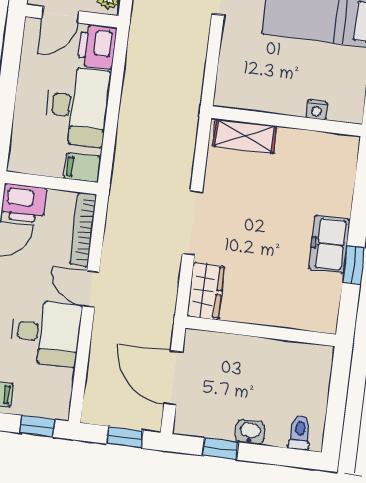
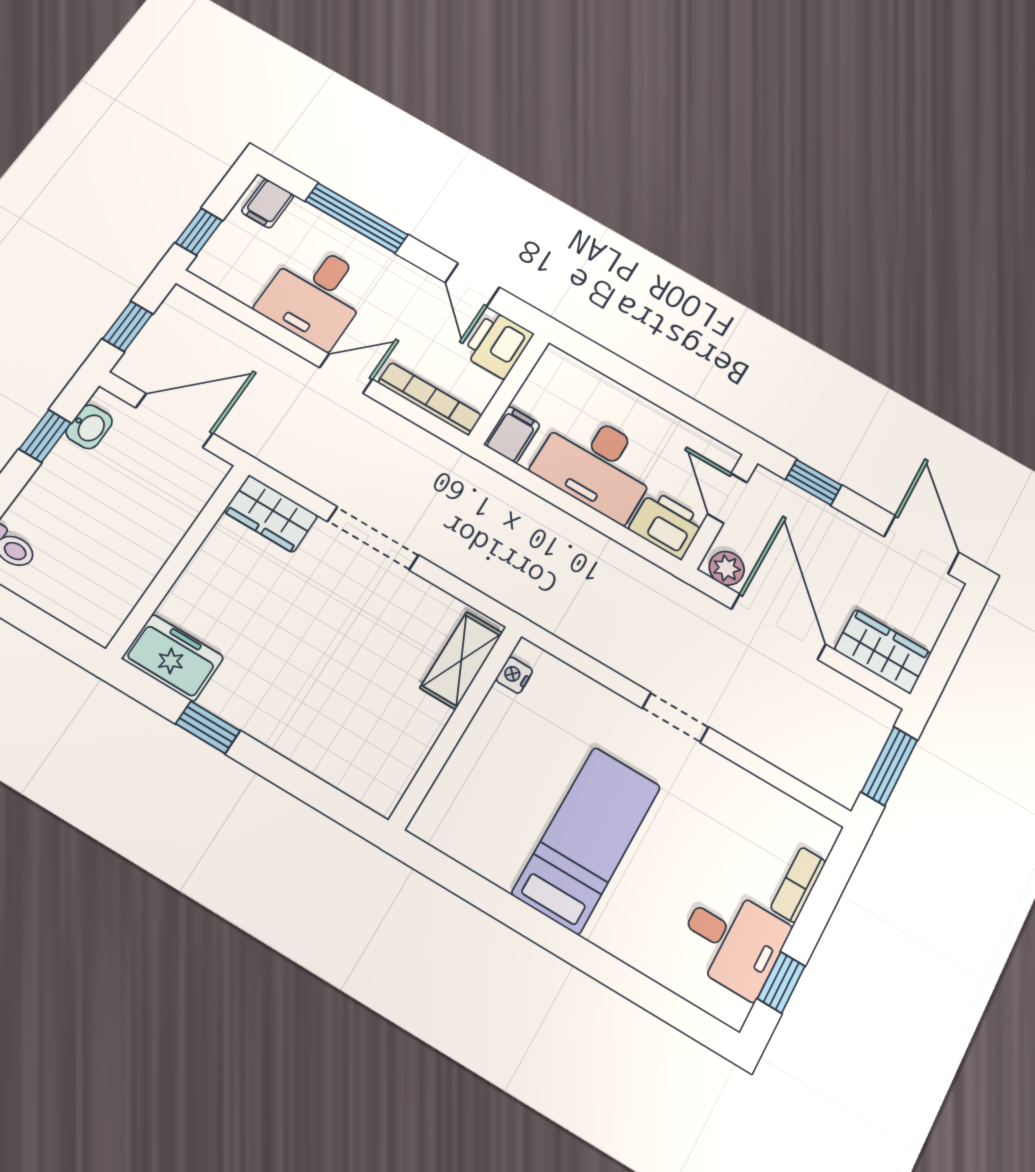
nightstand: (317, 110) -> (514, 675), moved
freezer: (329, 244) -> (173, 658), moved
washbasin: (250, 432) -> (89, 427), moved

